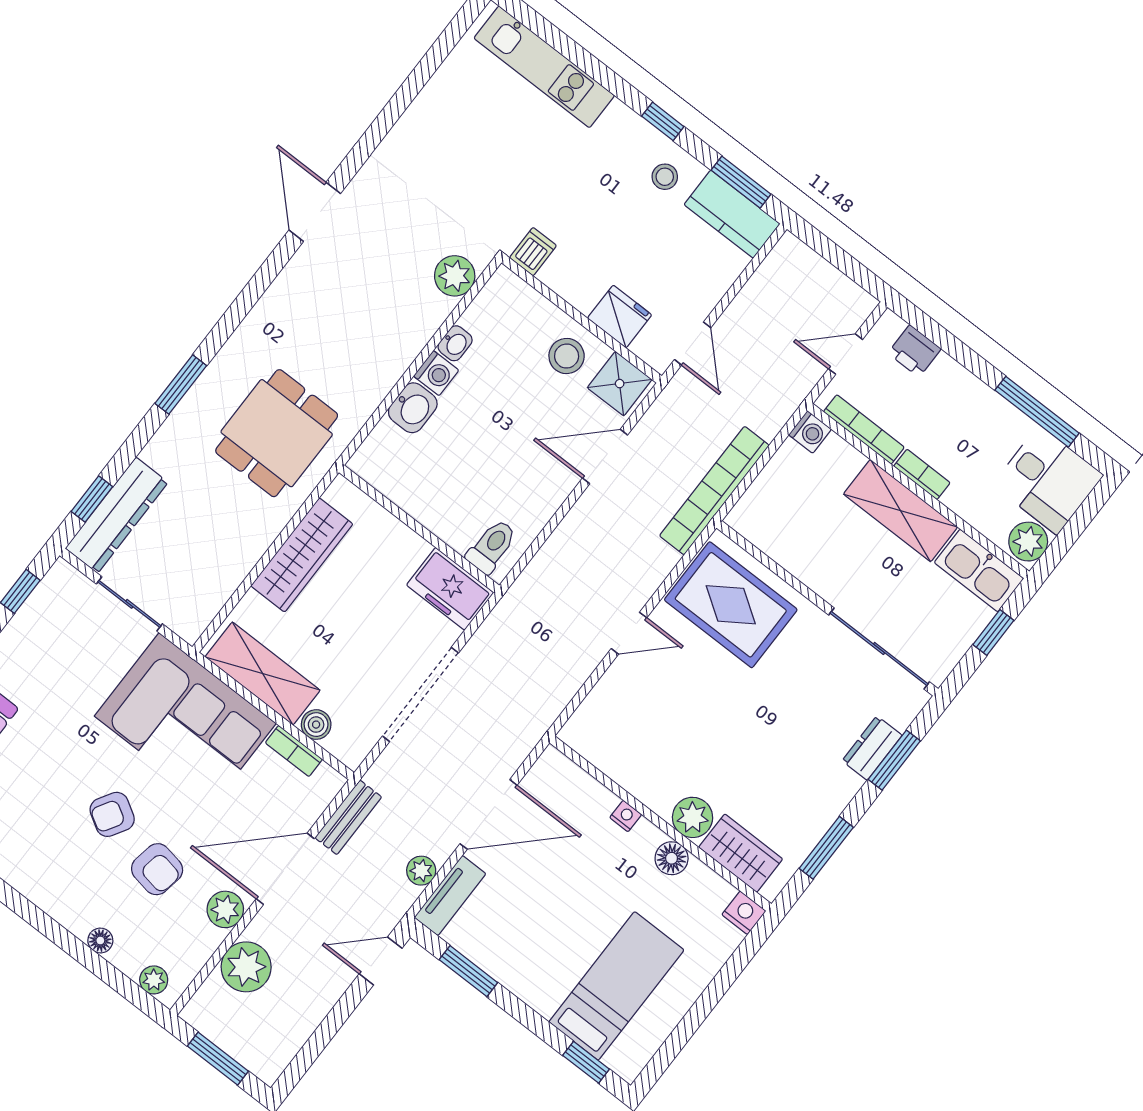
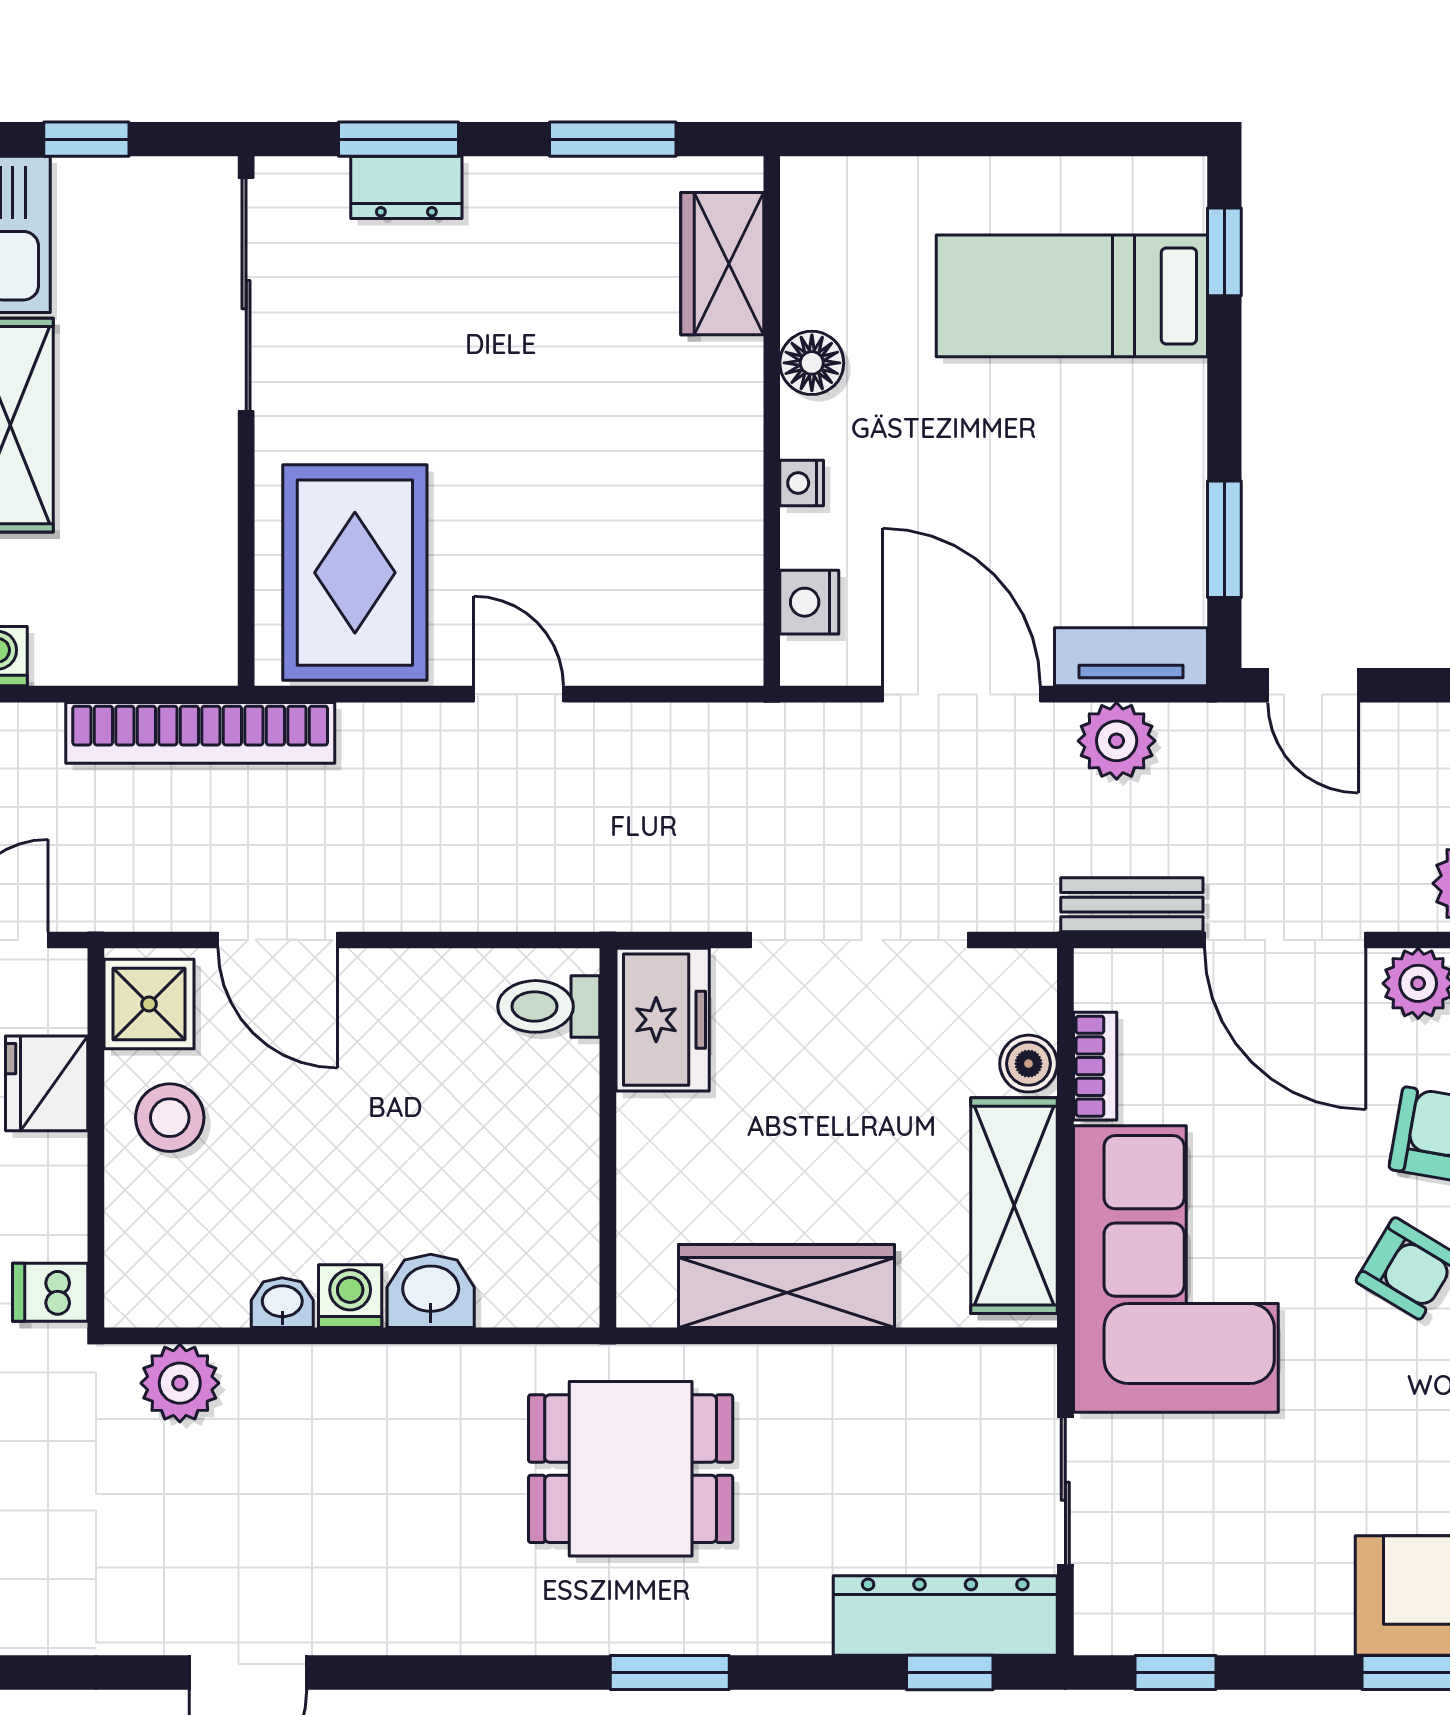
plant: (693, 817) -> (725, 379), removed
plant: (421, 871) -> (1117, 741), width x1.38, depth x1.38
nightstand: (744, 913) -> (809, 602), moved

